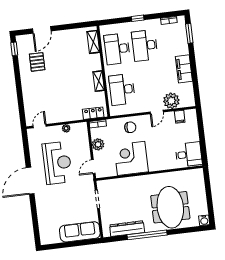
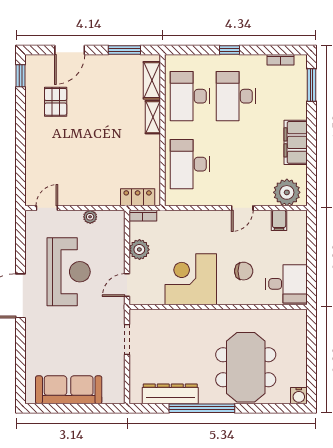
window: (75, 26) -> (124, 50), added
shelving: (99, 81) -> (153, 117), moved
plant: (171, 101) -> (287, 192), moved
chair: (130, 127) -> (244, 271), moved
sofa: (80, 232) -> (69, 390), moved

